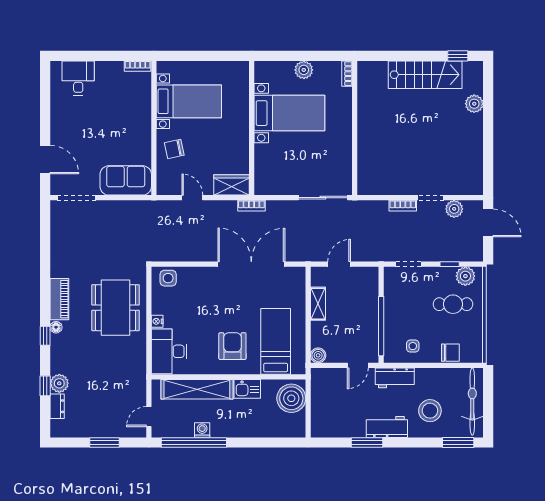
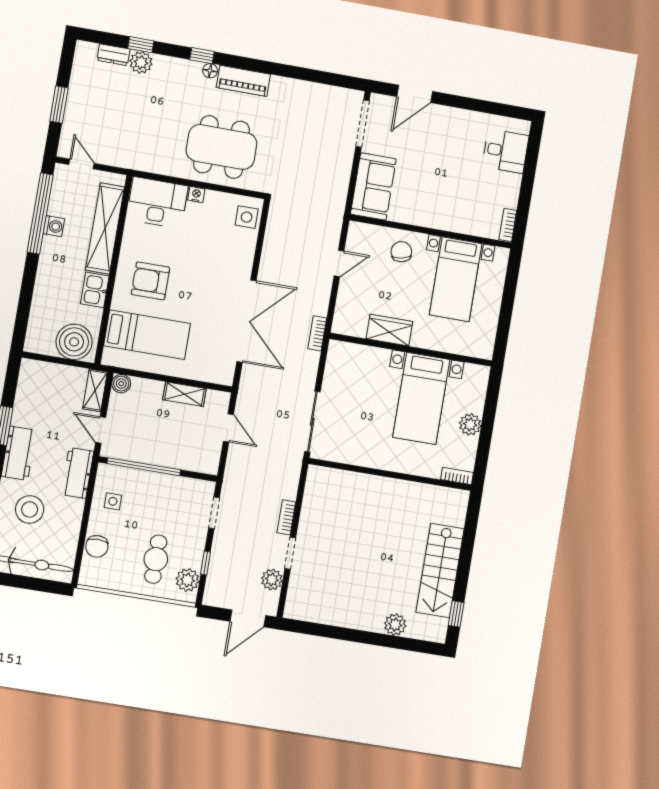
wardrobe: (232, 185) -> (389, 330), moved, turned -90
armchair: (232, 346) -> (150, 281), turned 180
shelving: (327, 375) -> (95, 390), added

